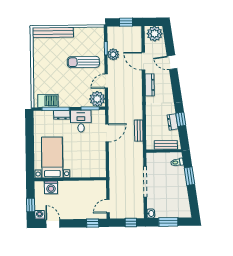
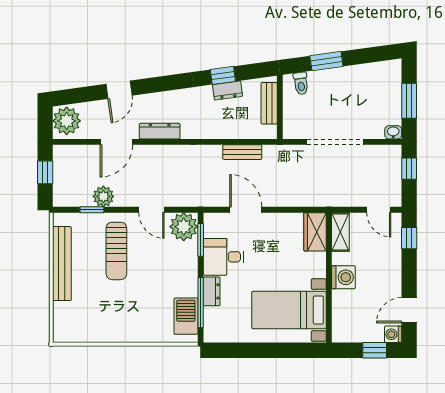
bench: (53, 32) -> (62, 264), moved
wardrobe: (95, 171) -> (315, 232), added
shelving: (95, 185) -> (340, 232), added
washing machine: (51, 187) -> (343, 277), moved

